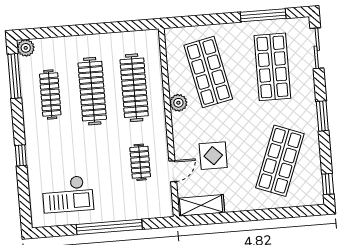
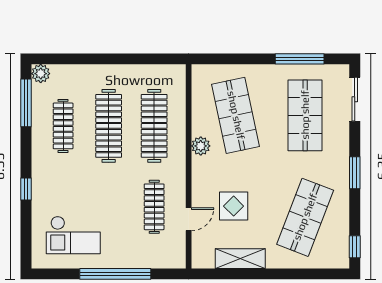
clothes rail: (140, 162) -> (154, 207), width x1.36
shelving: (201, 205) -> (240, 259), moved

